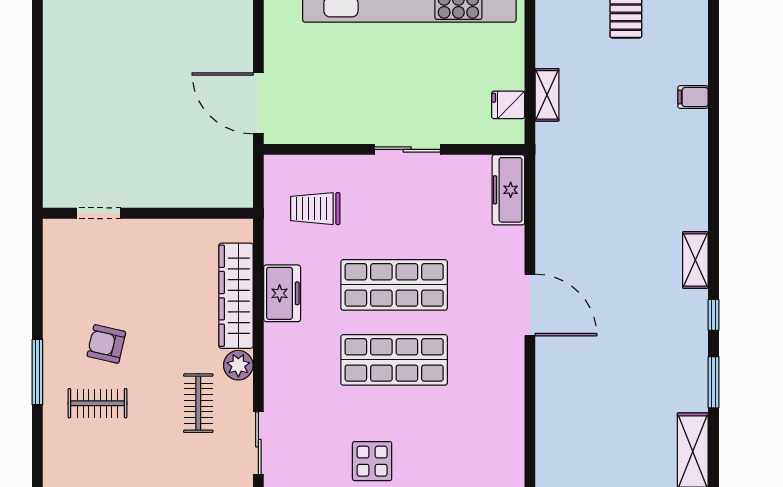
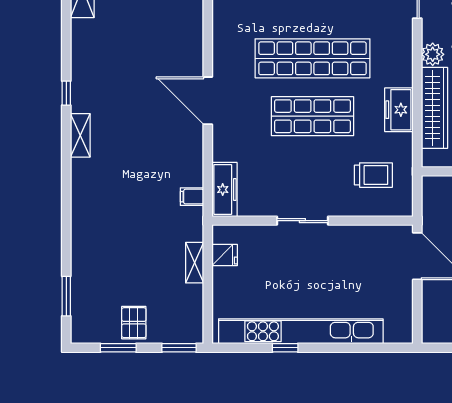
filing cabinet: (693, 97) -> (192, 197), moved, turned 180
shop shelf: (394, 360) -> (312, 58), width x1.40
window: (714, 382) -> (66, 296), moved

